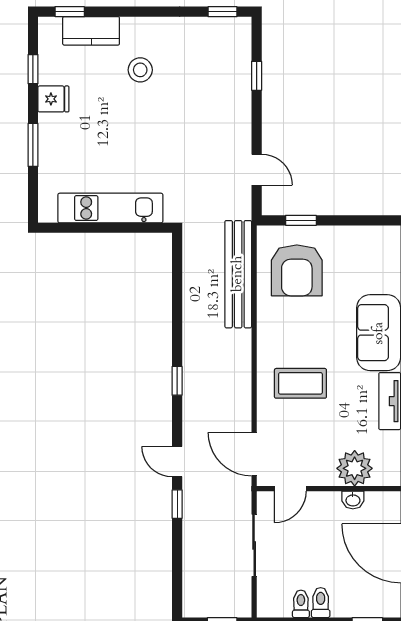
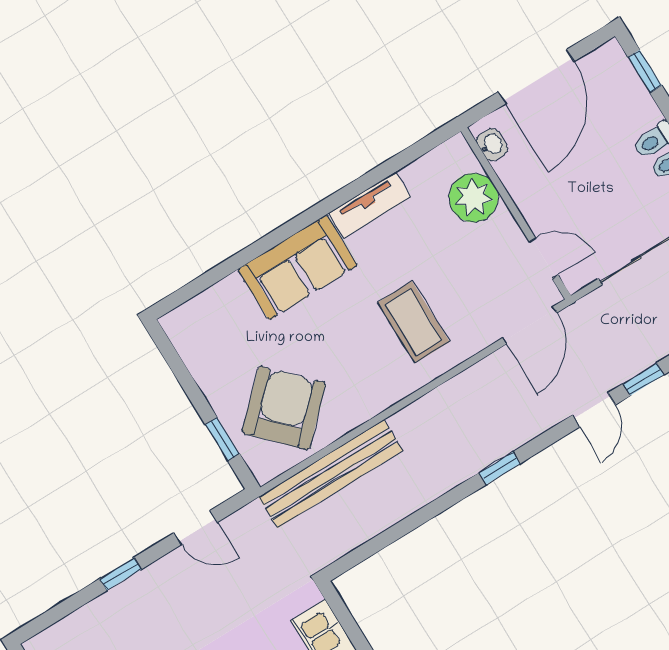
window: (257, 76) -> (120, 574), moved
door: (257, 170) -> (195, 528), swing flipped
armchair: (297, 270) -> (284, 408), turned -44
washbasin: (353, 500) -> (492, 145), moved

